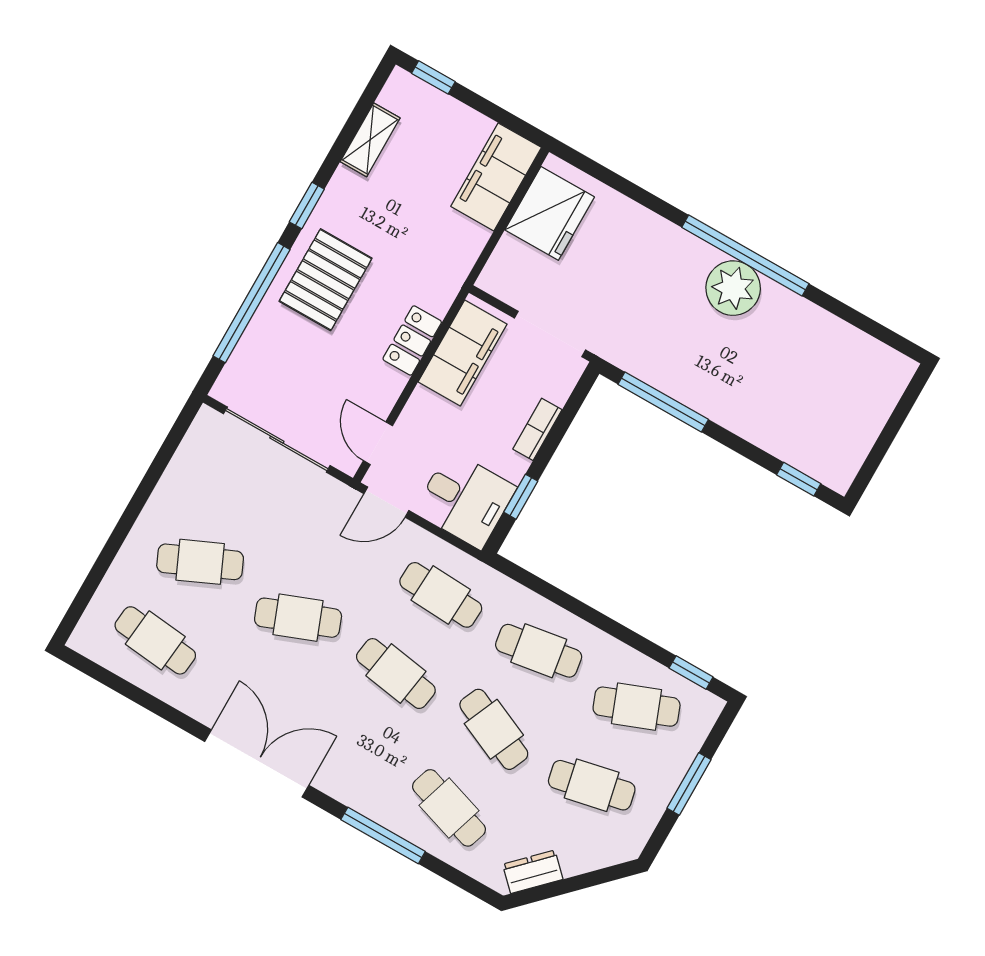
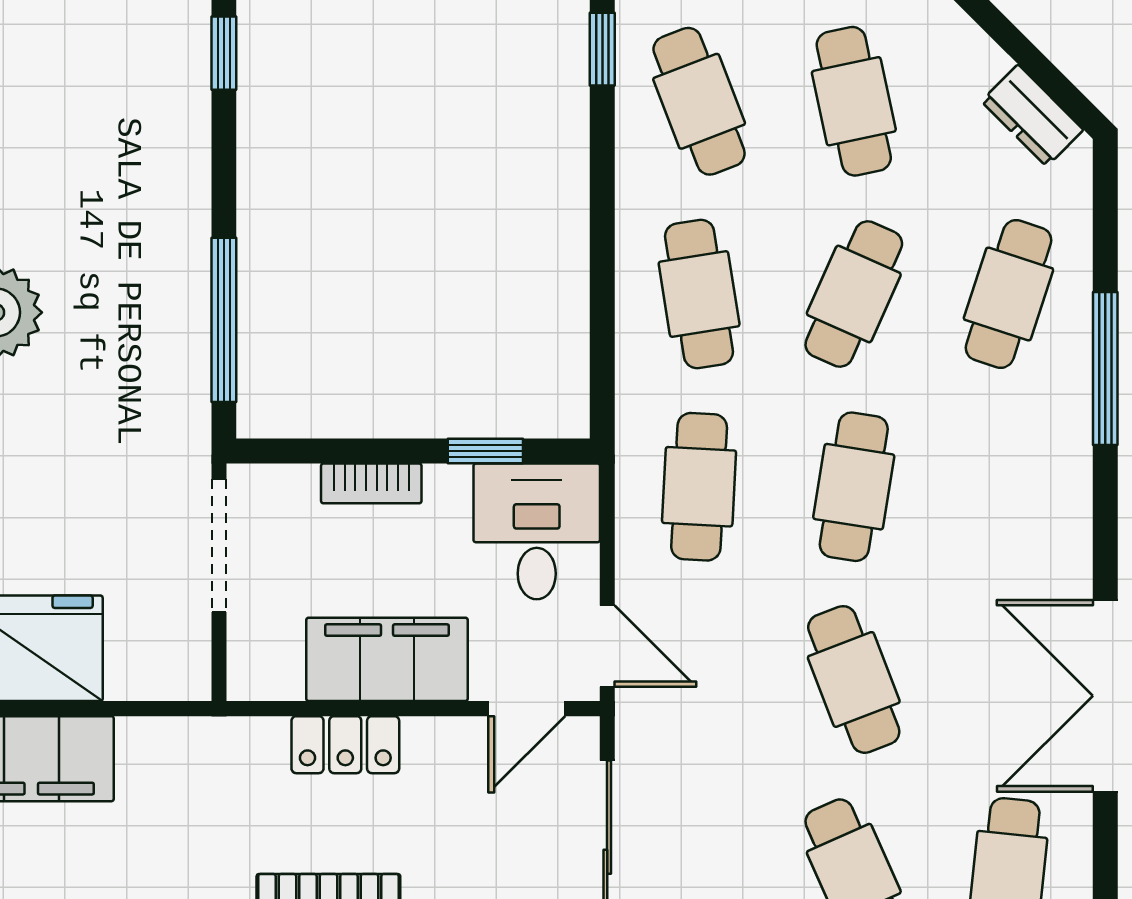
filing cabinet: (463, 353) -> (387, 659), moved
double door: (257, 763) -> (1105, 696), moved

